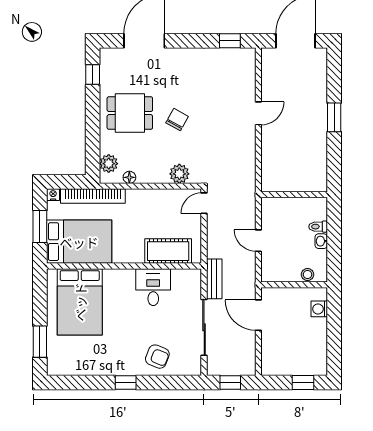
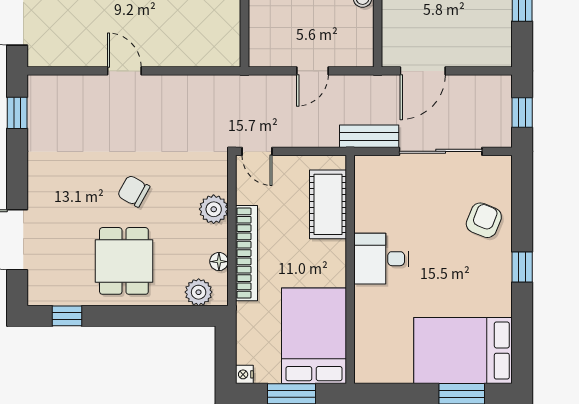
plant: (179, 174) -> (214, 209), moved
bookcase: (93, 196) -> (247, 253), moved
desk: (153, 287) -> (381, 259), moved
bed: (80, 302) -> (463, 351), moved, turned 180

